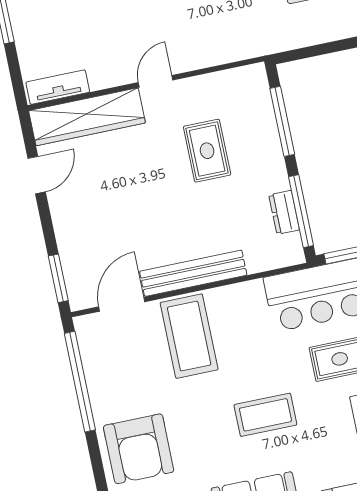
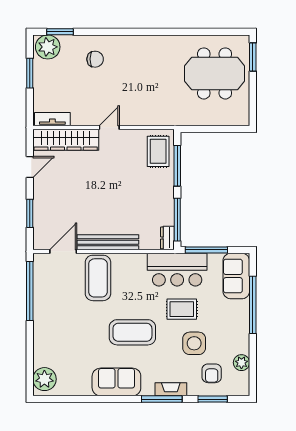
rug: (207, 151) -> (158, 151), moved
dresser: (284, 212) -> (167, 238), moved
window: (58, 278) -> (30, 213), moved
coffee table: (265, 415) -> (132, 332), width x1.36, depth x1.32
armchair: (139, 449) -> (55, 337), removed

